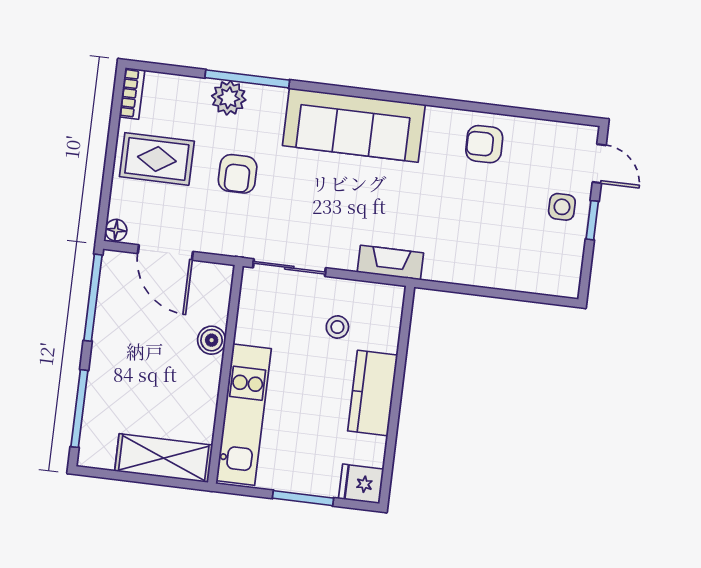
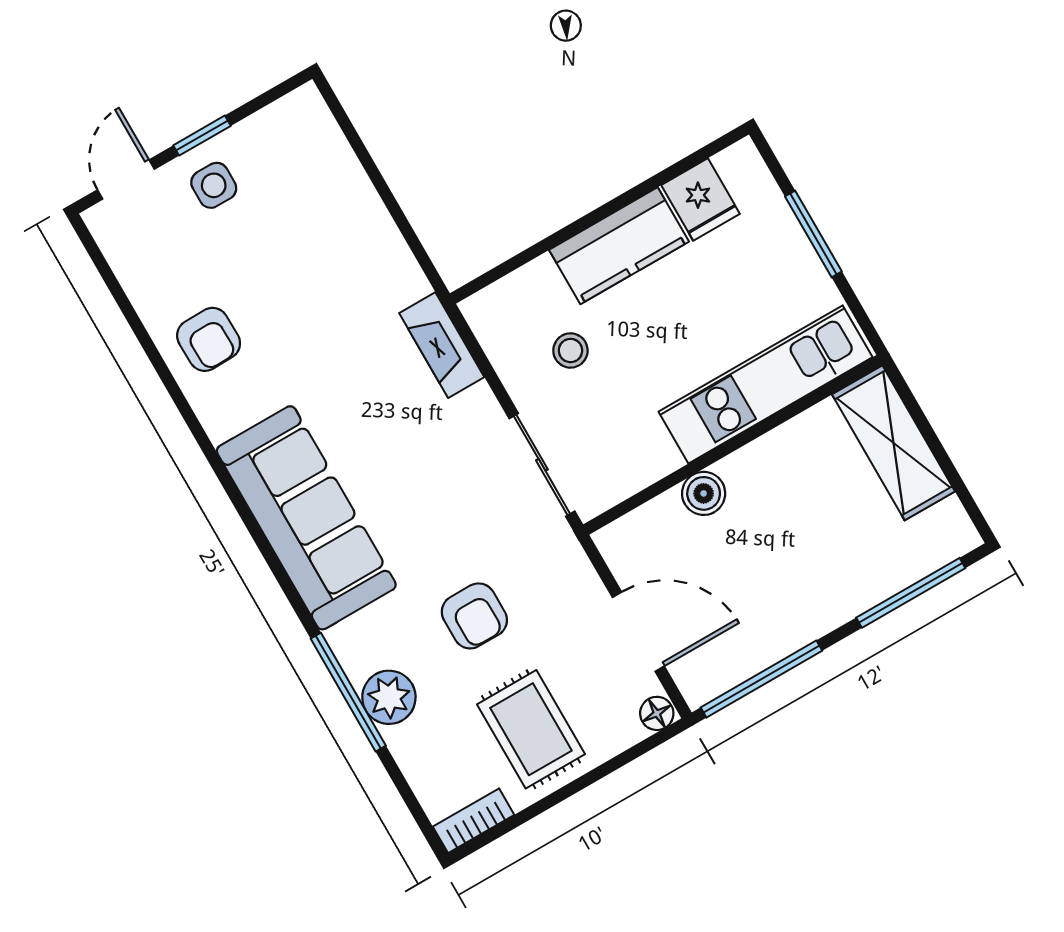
armchair: (238, 174) -> (474, 616), turned 90
door: (165, 252) -> (638, 632), hinge flipped
fridge: (361, 484) -> (701, 200), moved

